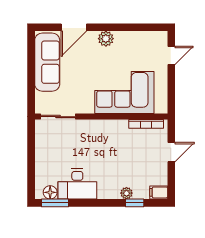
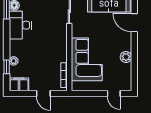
plant: (106, 39) -> (126, 57), moved
filing cabinet: (159, 192) -> (19, 84), width x2.00

